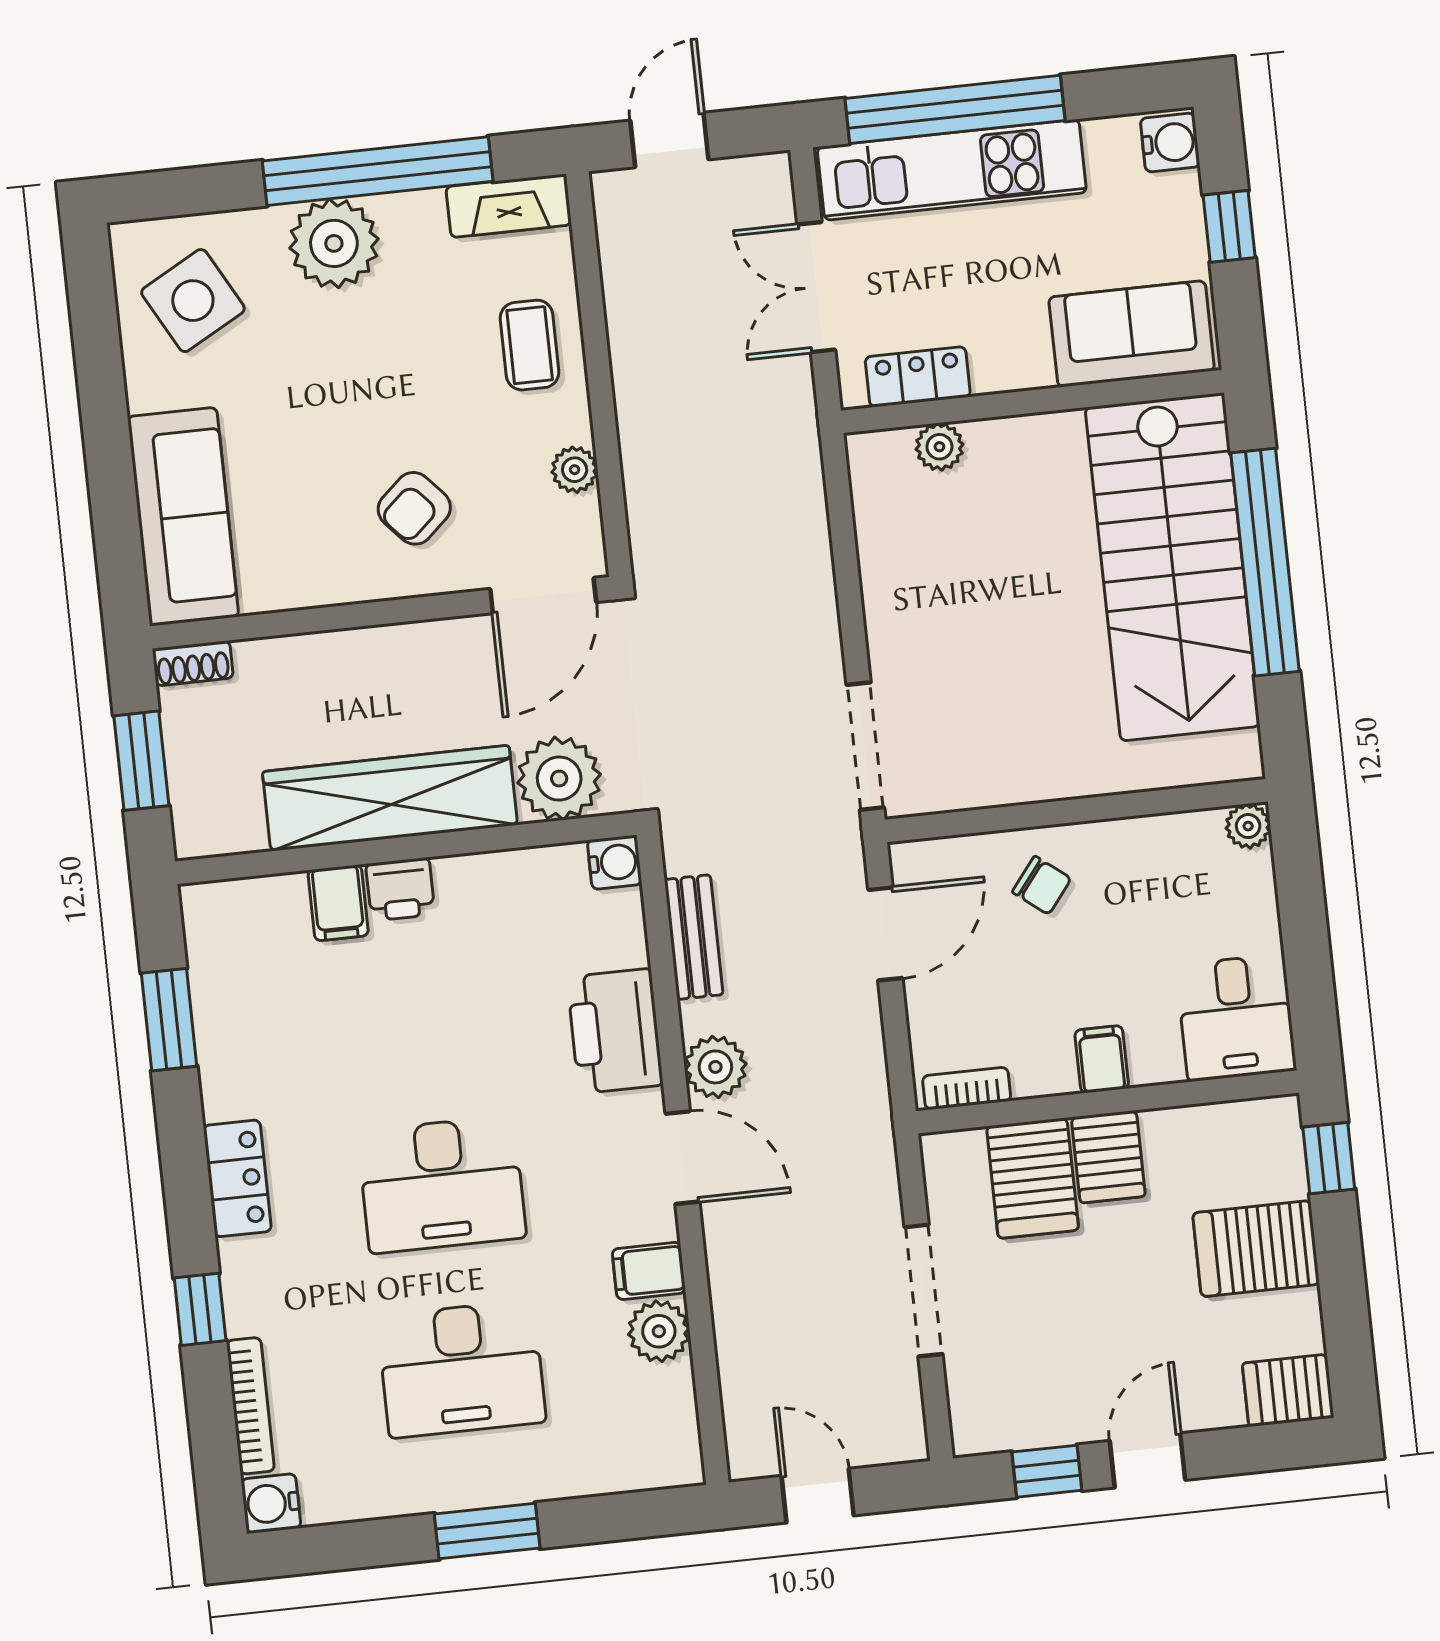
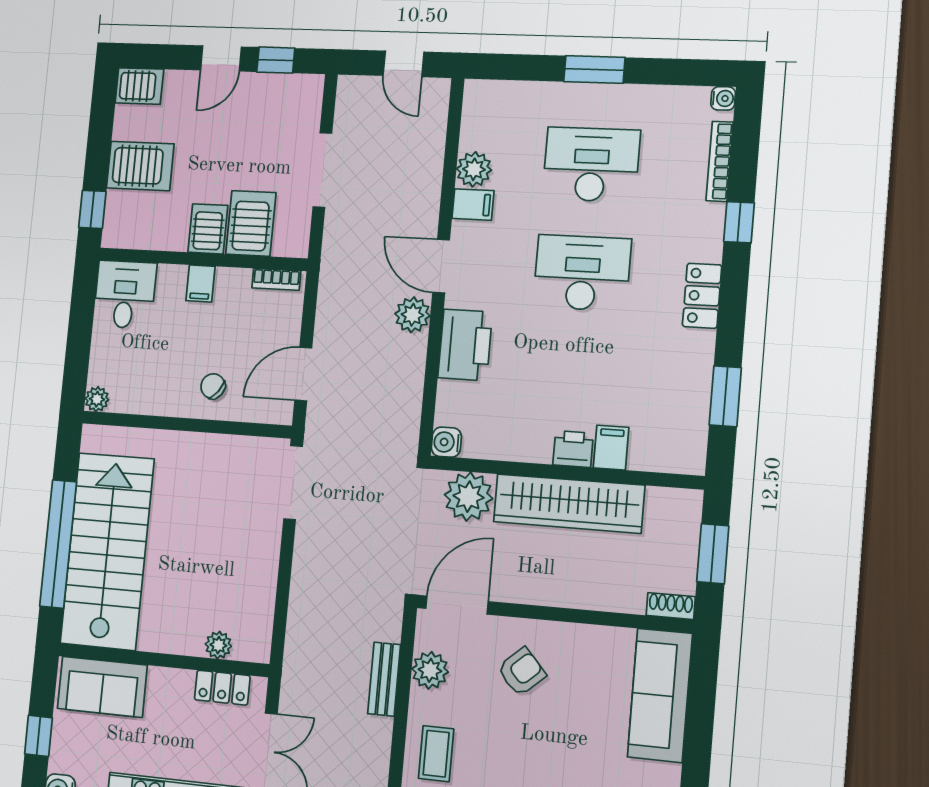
plant: (575, 470) -> (430, 670), width x1.38, depth x1.38
bench: (694, 937) -> (384, 679), moved
water cooler: (271, 1503) -> (723, 98), width x0.72, depth x0.72

